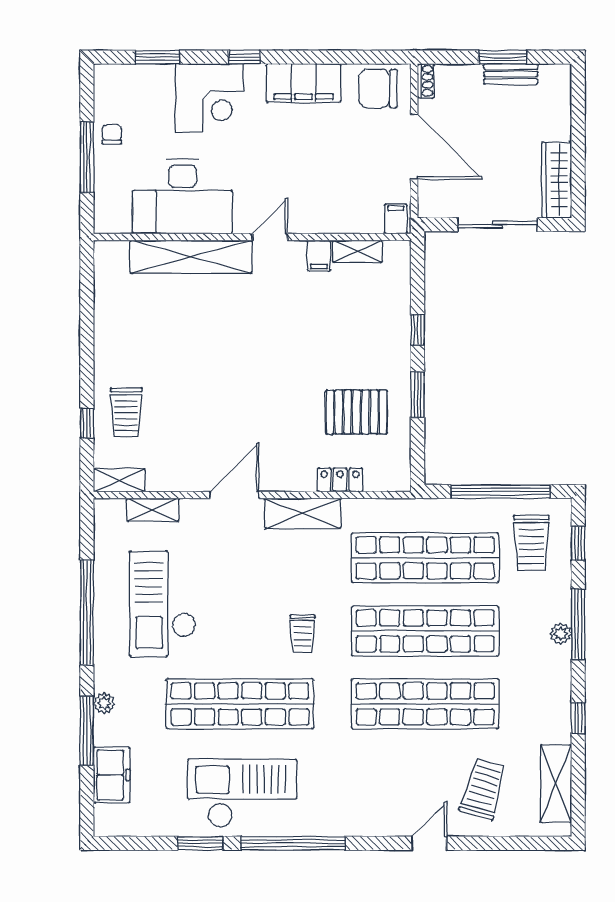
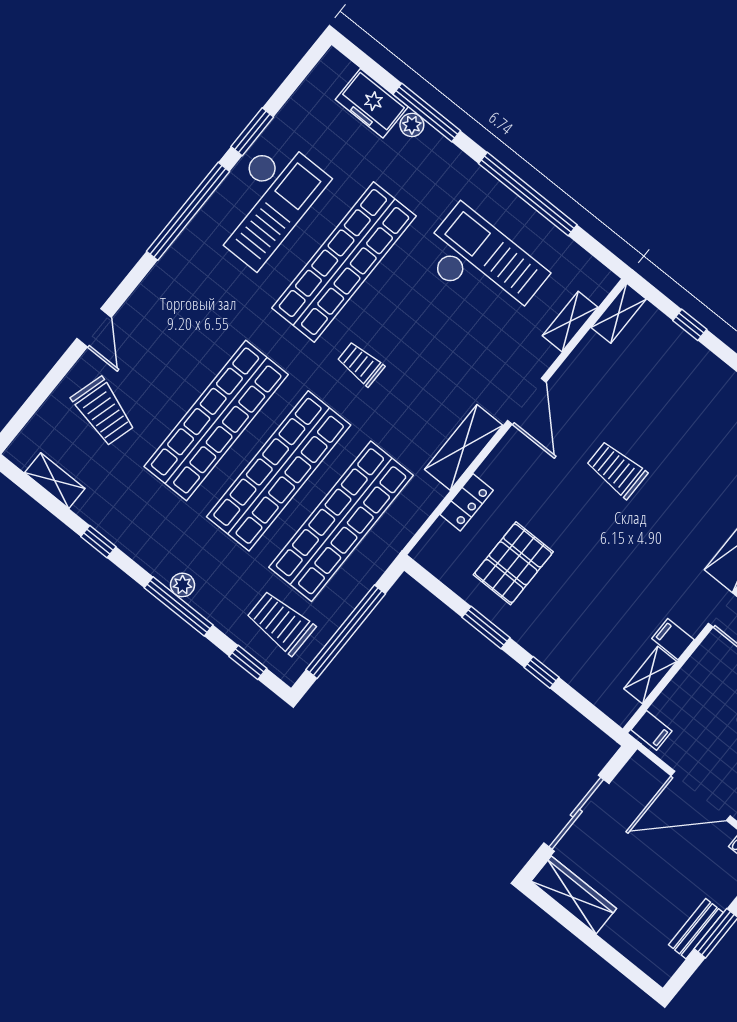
trolley: (126, 412) -> (617, 470), moved
plant: (104, 703) -> (412, 125), moved
shelving: (556, 784) -> (55, 481), width x0.67, depth x0.75

